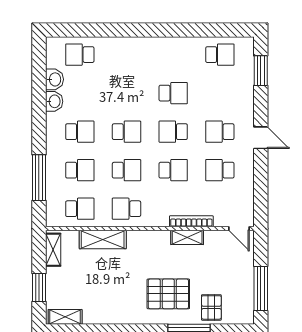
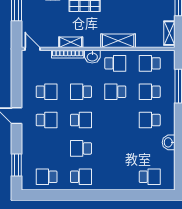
washbasin: (55, 79) -> (92, 57), moved, turned -90
school desk: (127, 132) -> (81, 177), moved, turned 180
shelving: (103, 239) -> (118, 41), moved

